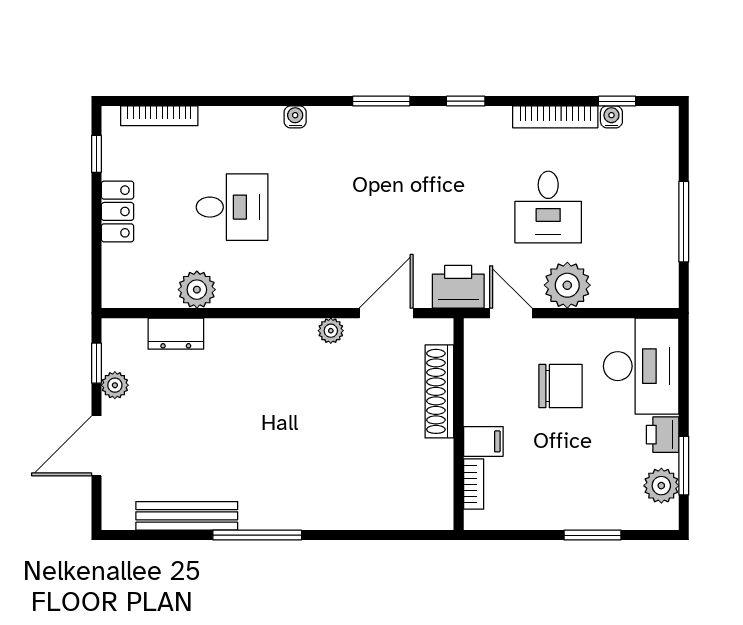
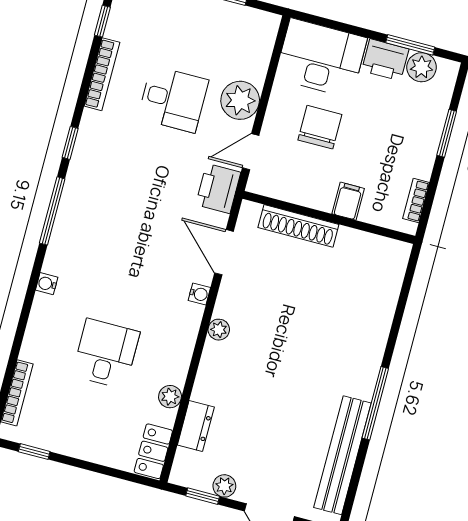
window: (381, 101) -> (52, 211), width x1.44
water cooler: (611, 117) -> (199, 294), moved, turned 180
locker: (118, 211) -> (153, 451), moved, turned -90
plant: (197, 290) -> (170, 397), width x0.73, depth x0.73
plant: (331, 331) -> (219, 330), moved
printer: (663, 435) -> (385, 60), width x1.36, depth x1.24
bookcase: (474, 484) -> (416, 200), moved, turned -90
bench: (187, 516) -> (342, 455), width x1.37, depth x1.21

